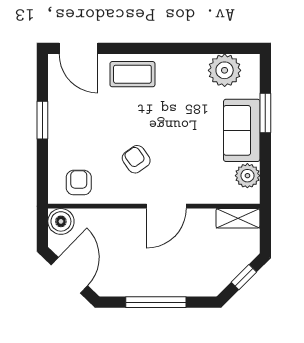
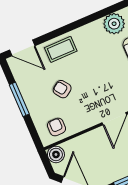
window: (42, 120) -> (19, 99), width x1.44
armchair: (136, 159) -> (62, 89), moved

